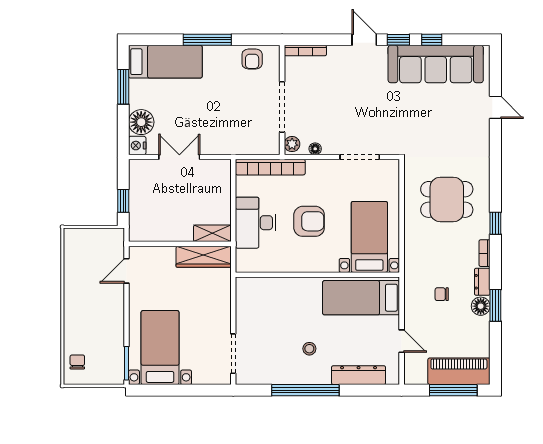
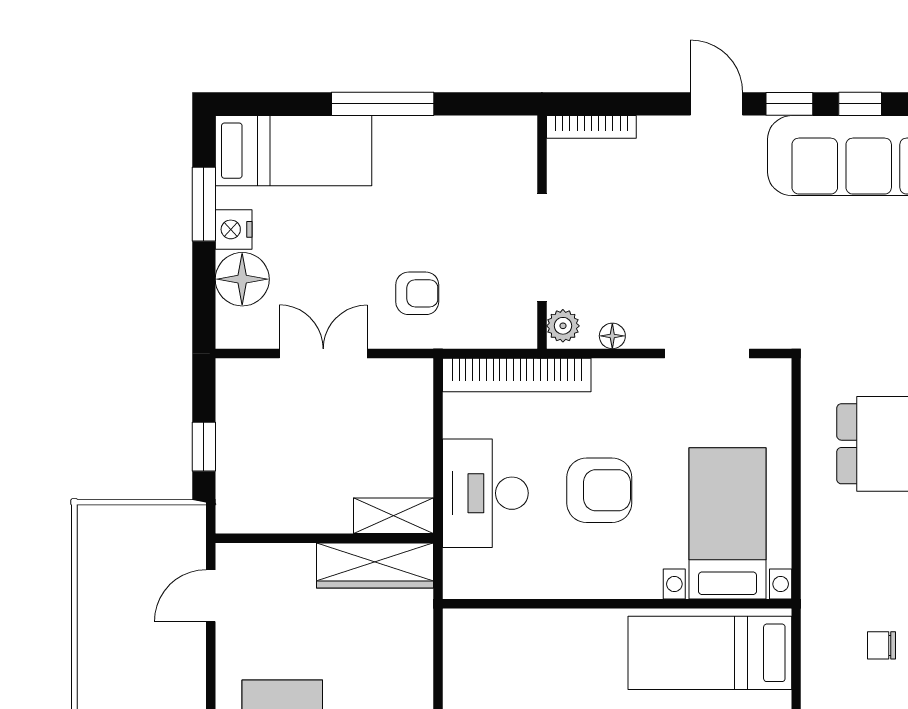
armchair: (252, 59) -> (417, 293), moved, turned -90
nightstand: (137, 146) -> (234, 229), moved

